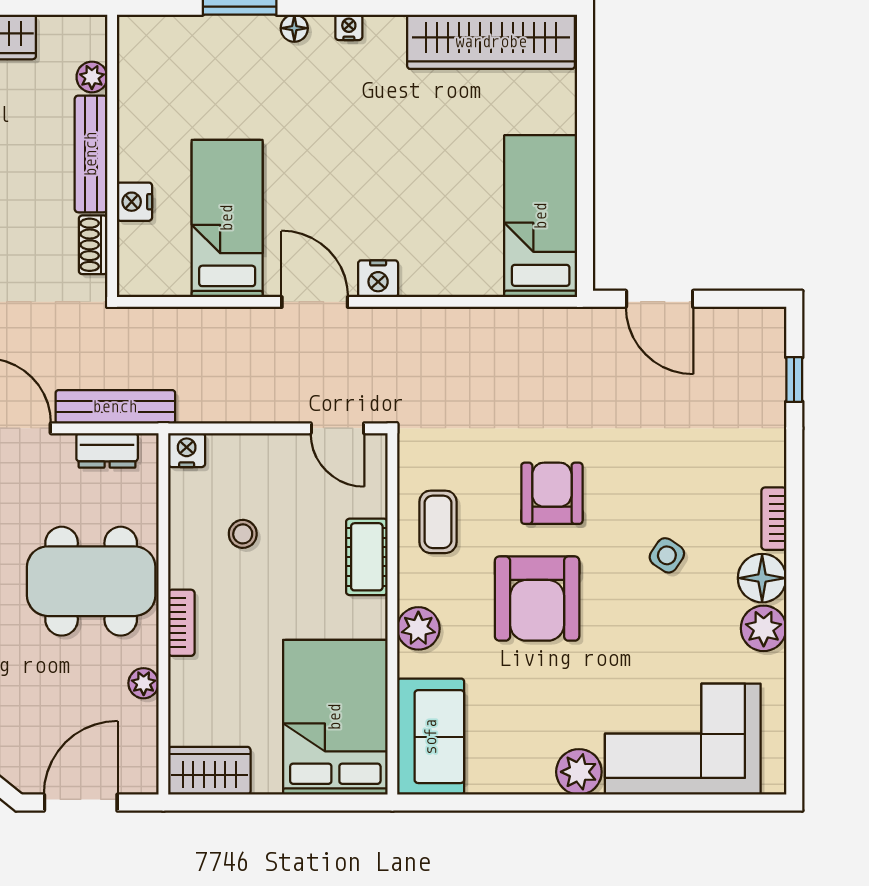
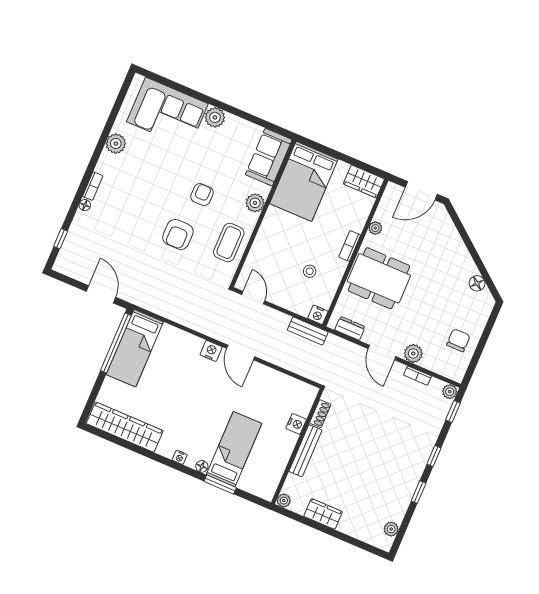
plant: (92, 77) -> (284, 501), moved
window: (585, 210) -> (116, 343), added
bed: (227, 218) -> (234, 449), moved, turned 180
bench: (115, 407) -> (308, 331), moved, width x0.73
coffee table: (438, 522) -> (229, 243), width x1.36, depth x1.30
side table: (667, 555) -> (142, 190), removed
cot: (367, 557) -> (264, 241), removed
floor lamp: (762, 578) -> (85, 205), moved, width x0.53, depth x0.53
armchair: (537, 599) -> (202, 195), width x0.53, depth x0.53

